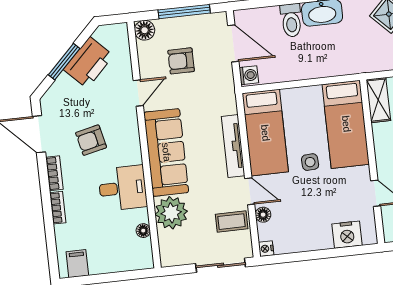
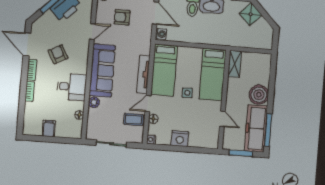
armchair: (91, 140) -> (58, 54), turned 75
door: (250, 191) -> (148, 103), swing flipped
plant: (171, 213) -> (94, 102), width x0.53, depth x0.53
nightstand: (347, 235) -> (180, 139), moved
filing cabinet: (77, 264) -> (49, 128), moved
sliding door: (221, 265) -> (111, 144), moved

